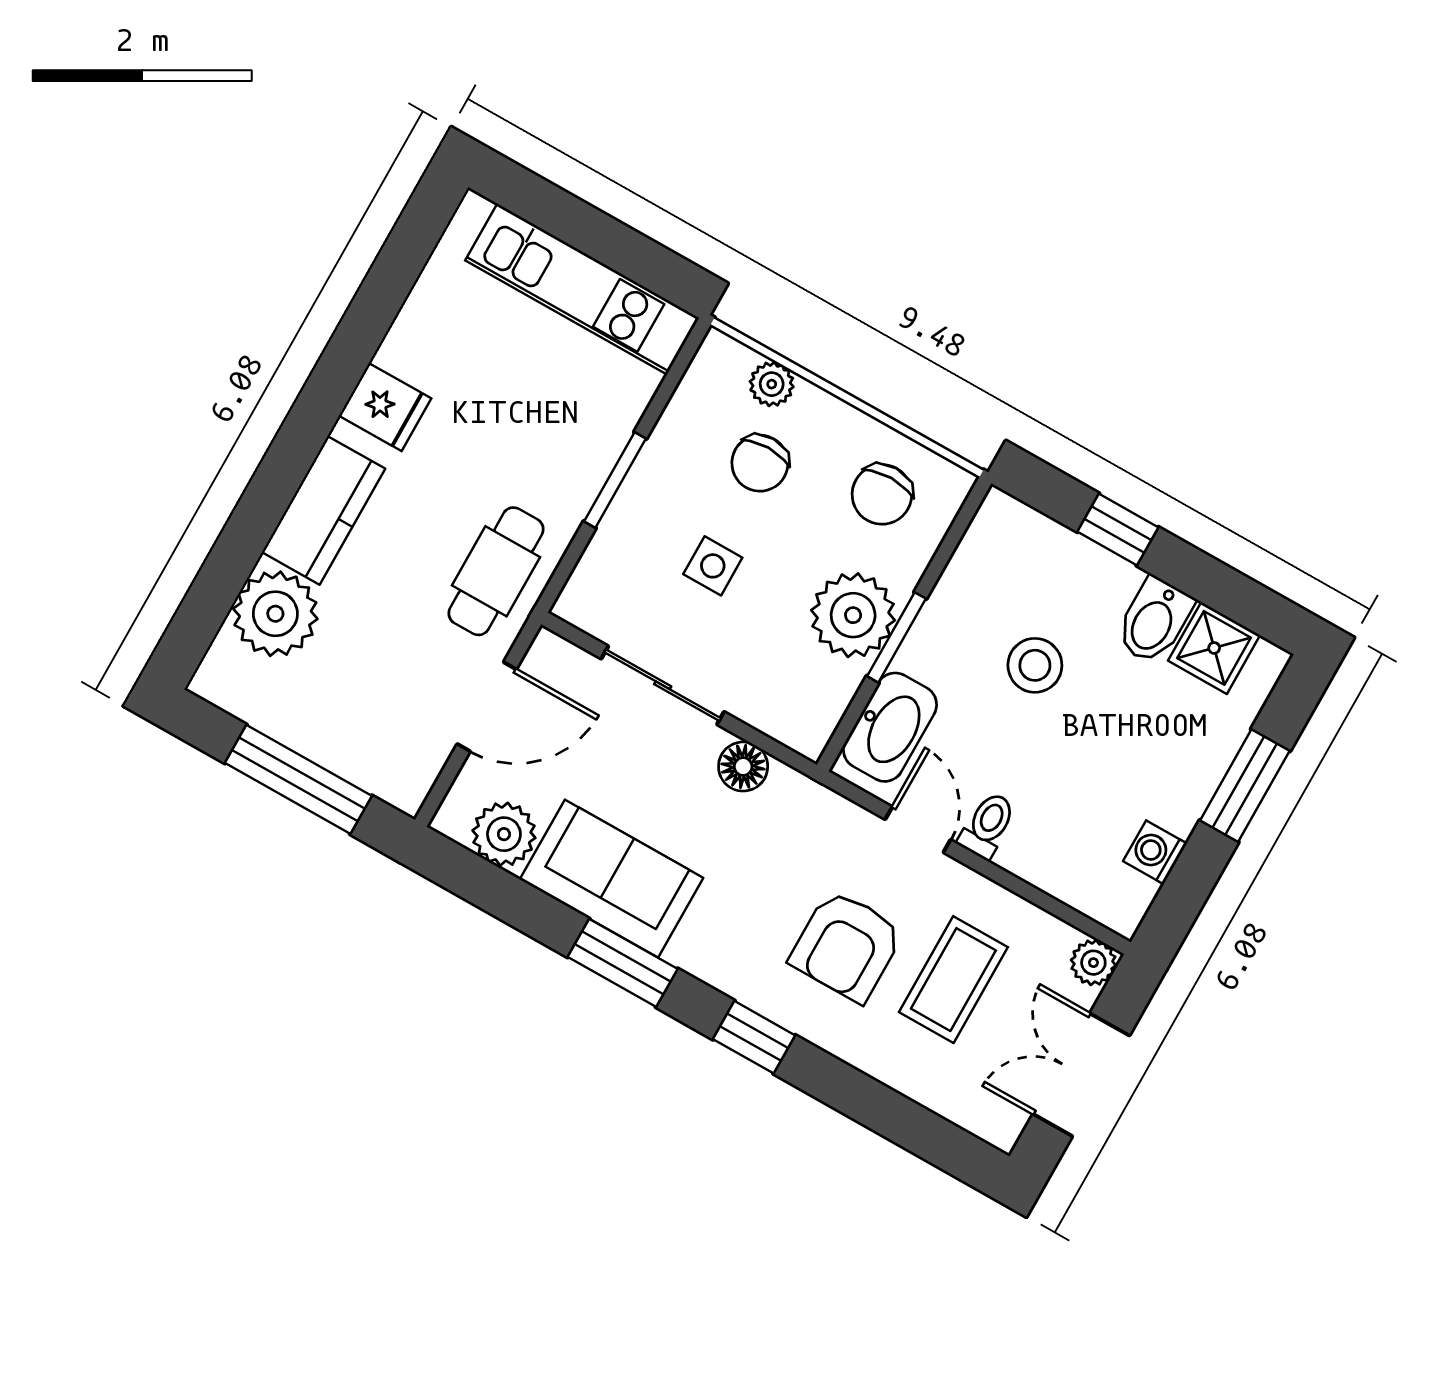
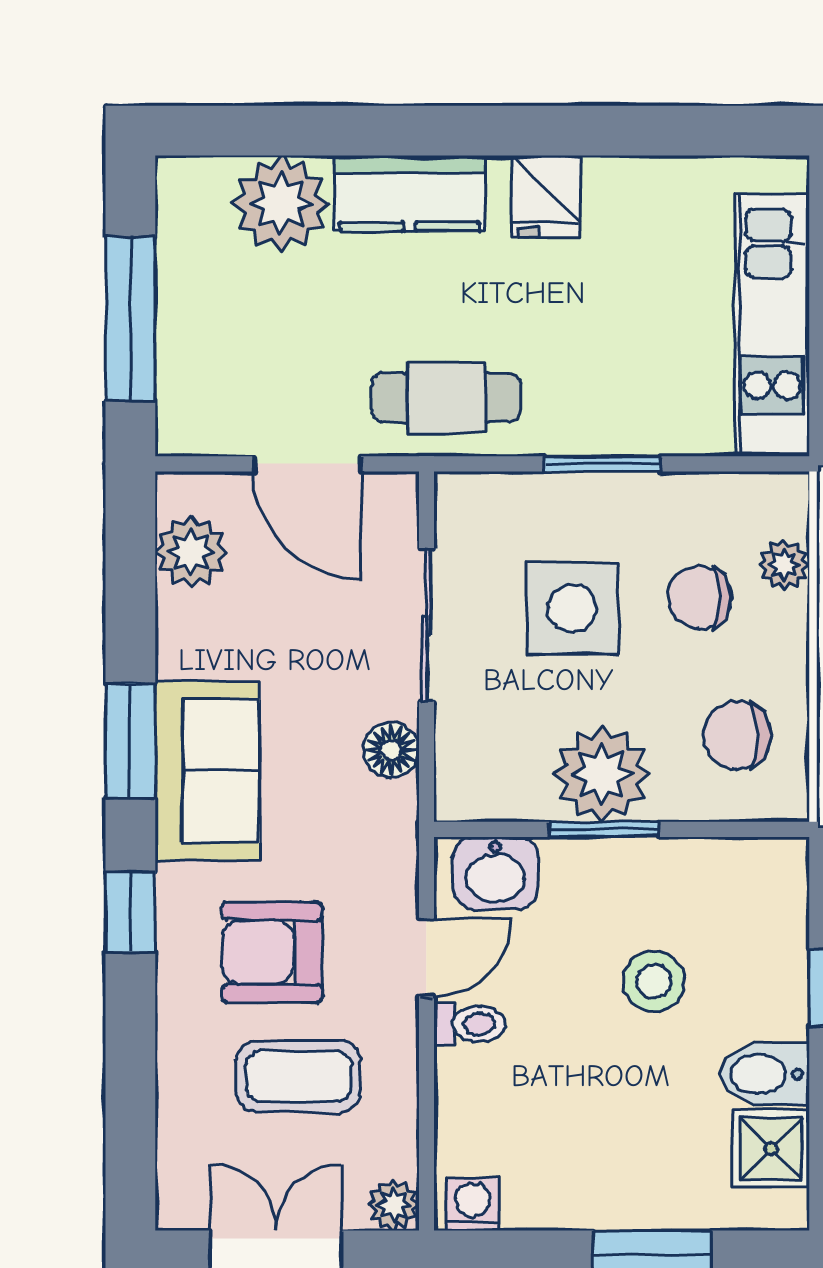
side table: (713, 566) -> (572, 608), width x1.87, depth x1.87
washbasin: (890, 727) -> (496, 873), width x0.72
washing machine: (1155, 852) -> (472, 1204), moved
sofa: (612, 879) -> (207, 771), moved

